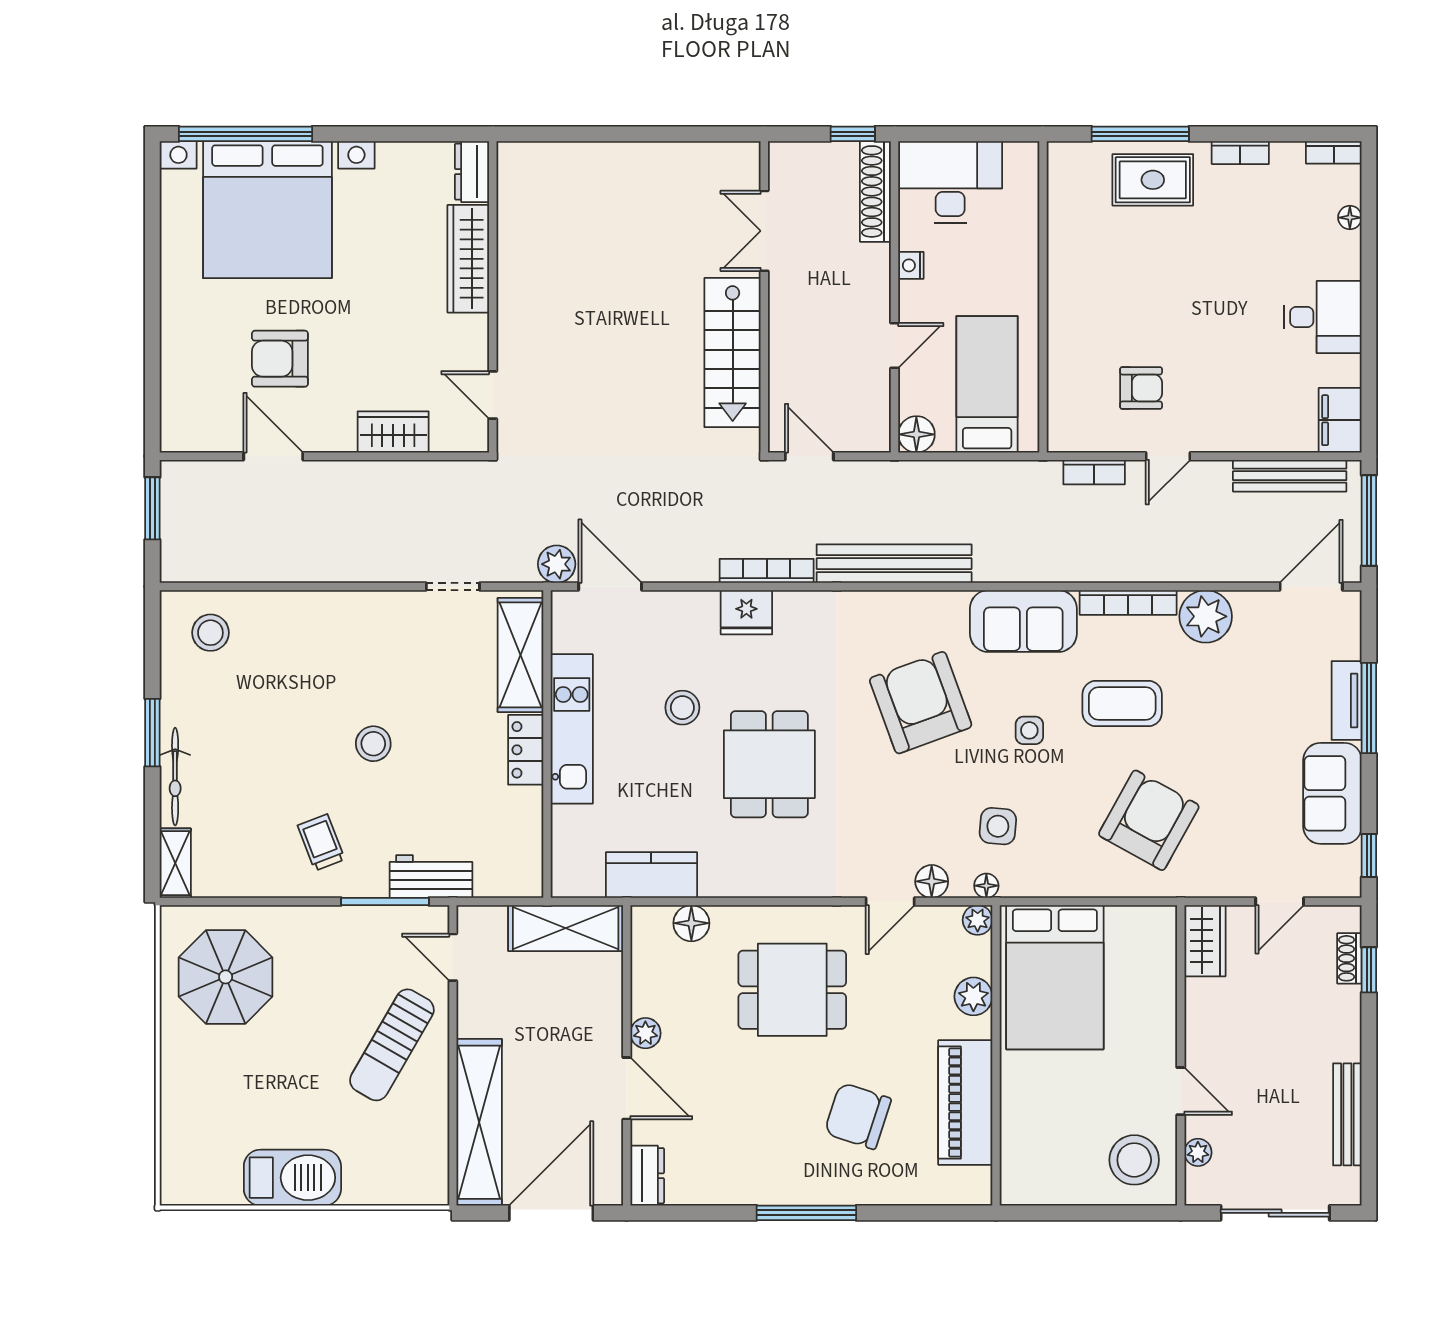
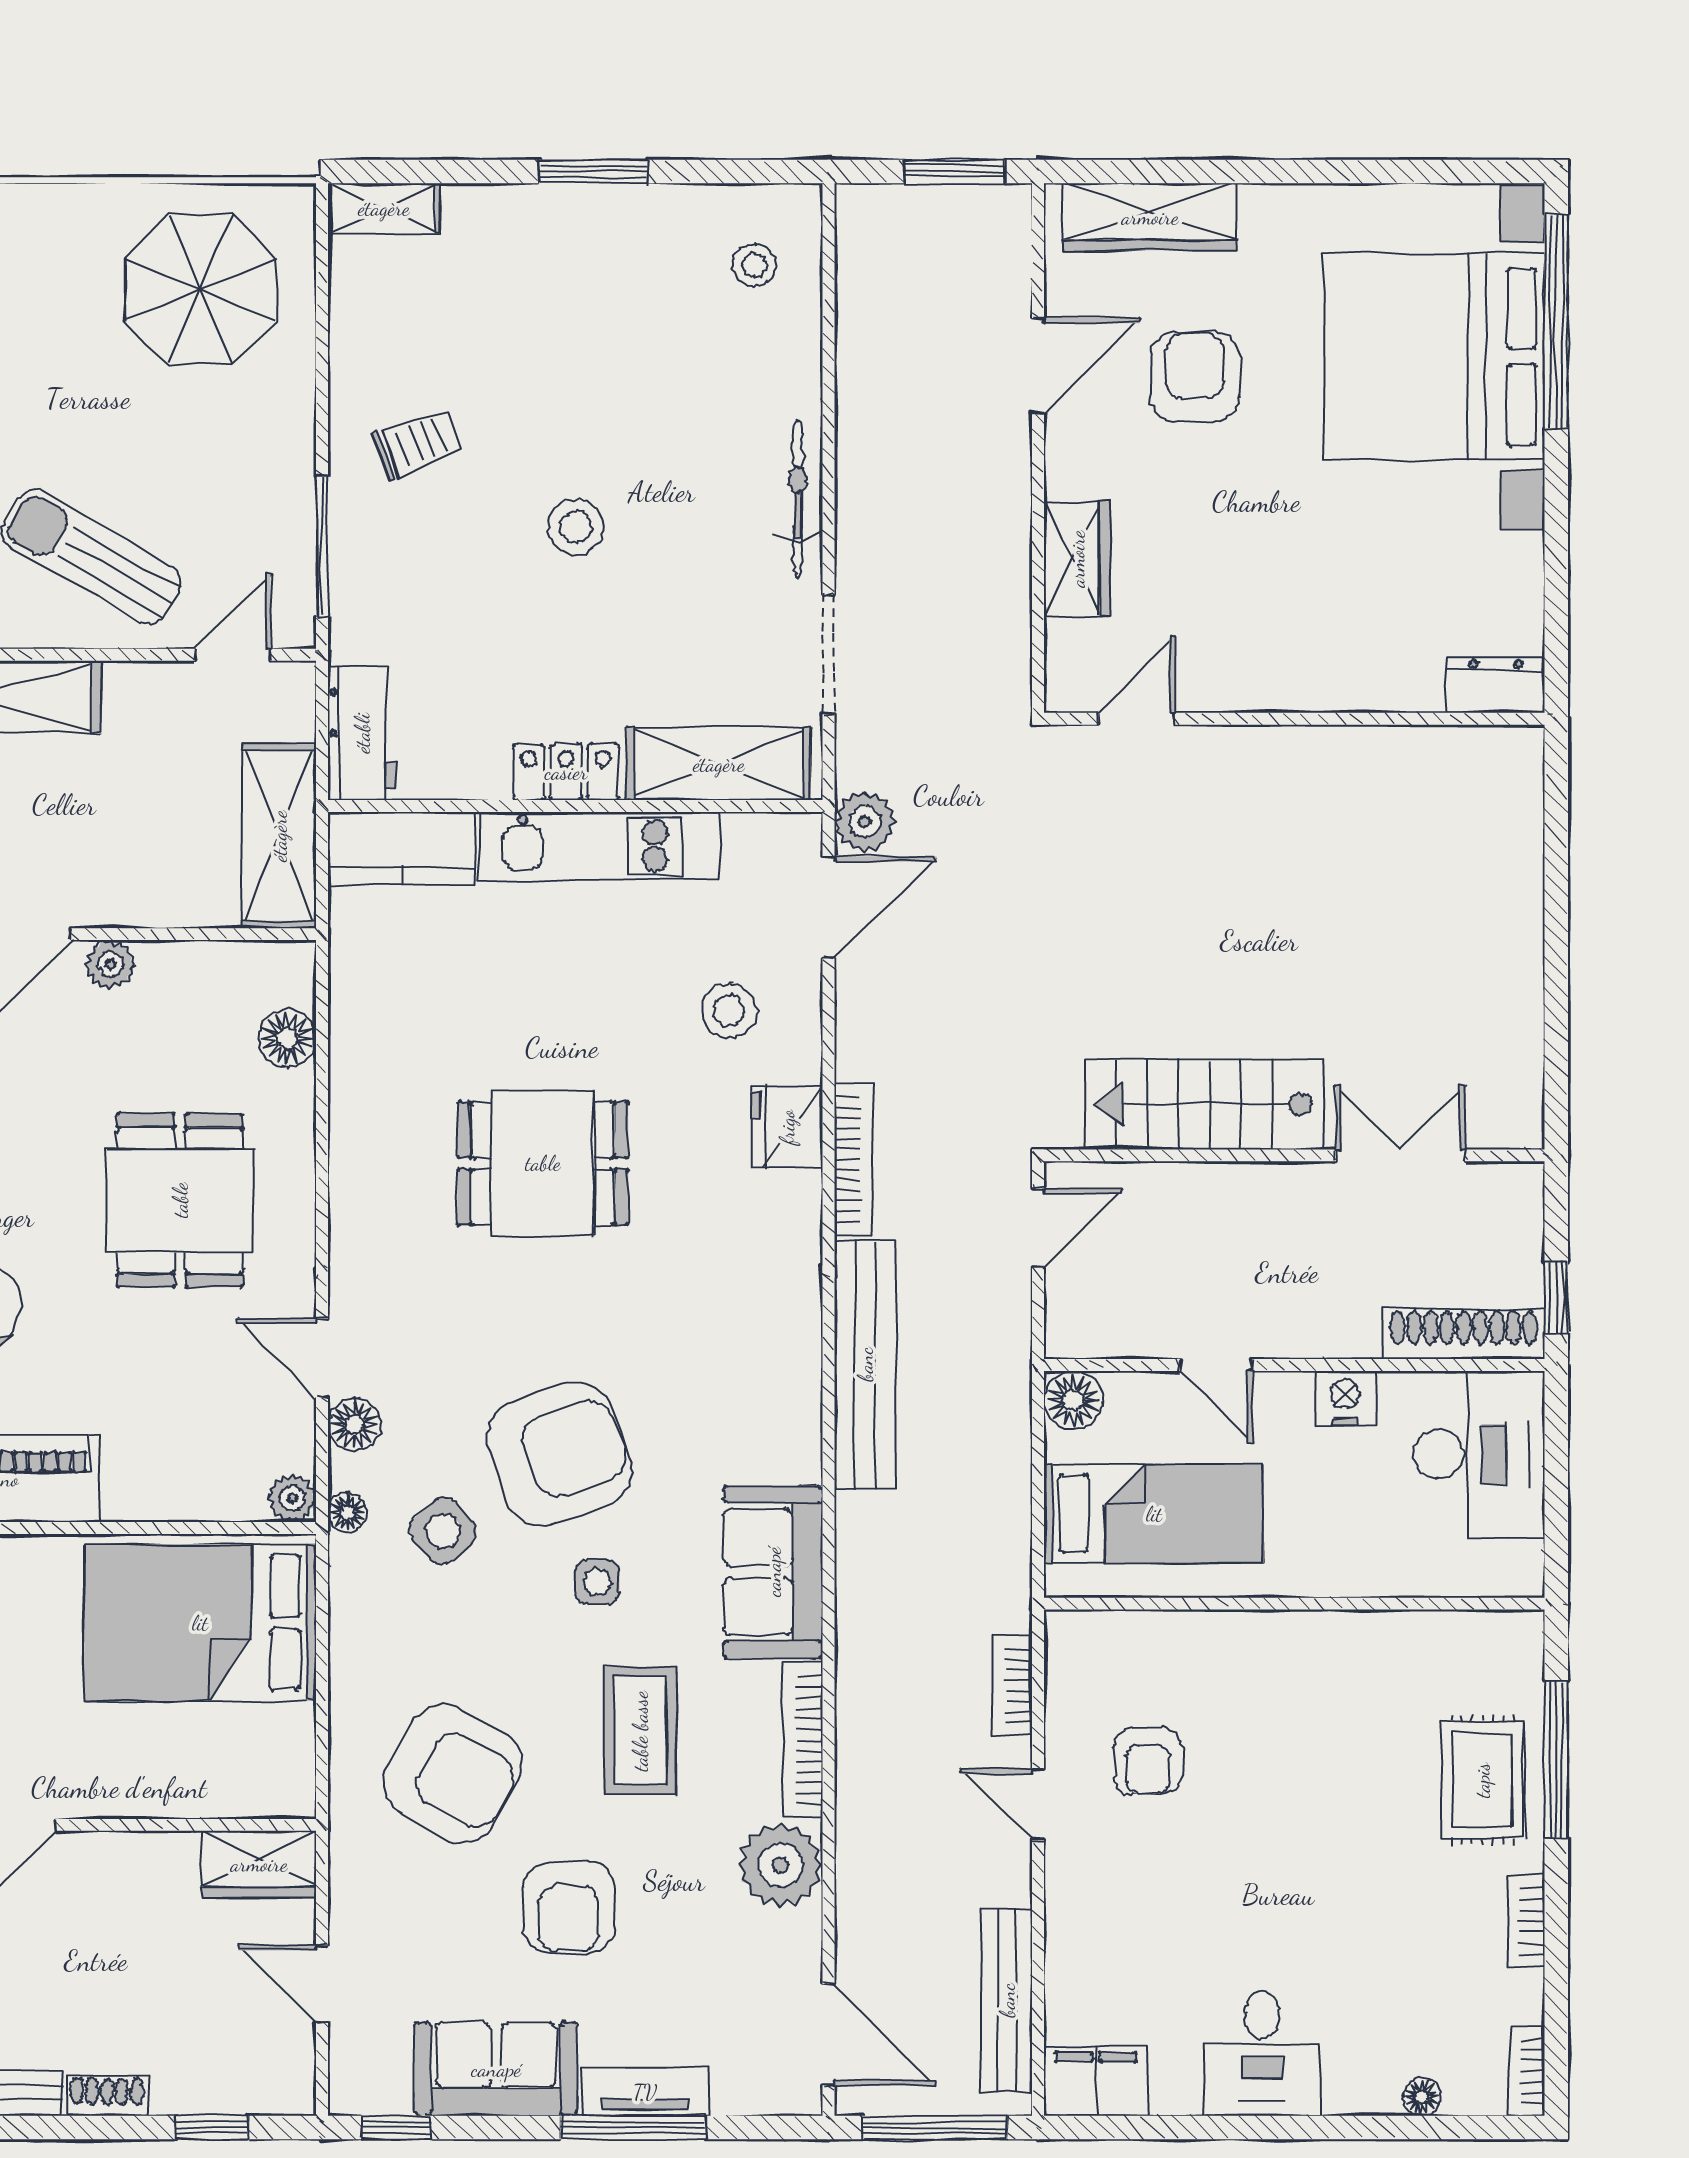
wardrobe: (468, 259) -> (1150, 217), moved, turned 180
nightstand: (911, 265) -> (1345, 1398), width x1.39, depth x1.35
doorway: (453, 587) -> (828, 655), width x1.38
stool: (210, 633) -> (754, 265), width x0.73, depth x0.73
armchair: (921, 703) -> (559, 1454), moved
stool: (682, 708) -> (729, 1011), moved
armchair: (1232, 748) -> (569, 1907), added
bicycle: (175, 777) -> (798, 499), moved, turned 90
side table: (998, 826) -> (443, 1531), turned 45
kitchen counter: (651, 875) -> (401, 849), moved, turned 90
workbench: (431, 876) -> (362, 733), moved
shoe rack: (1349, 958) -> (107, 2096), moved
plant: (973, 996) -> (169, 1492), removed

